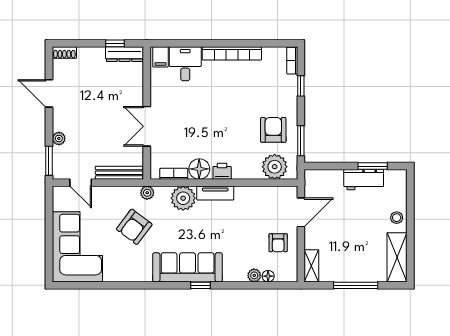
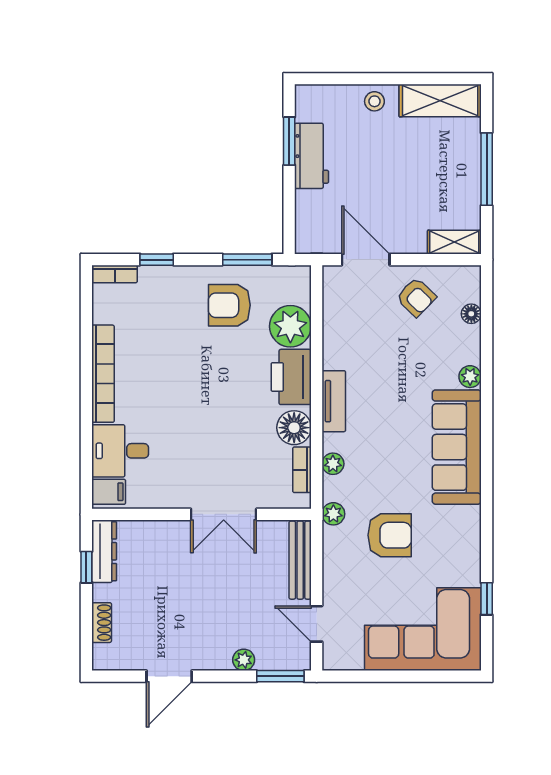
shoe rack: (64, 53) -> (102, 623), moved
plant: (275, 167) -> (290, 326), moved
printer: (222, 171) -> (291, 377), width x1.87, depth x1.48
door: (81, 183) -> (317, 624), swing flipped
plant: (183, 198) -> (333, 464), width x0.53, depth x0.53
armchair: (134, 227) -> (390, 535), turned -37
armchair: (278, 243) -> (416, 297), turned 44
plant: (254, 275) -> (470, 377), moved
window: (200, 285) -> (487, 599), moved

